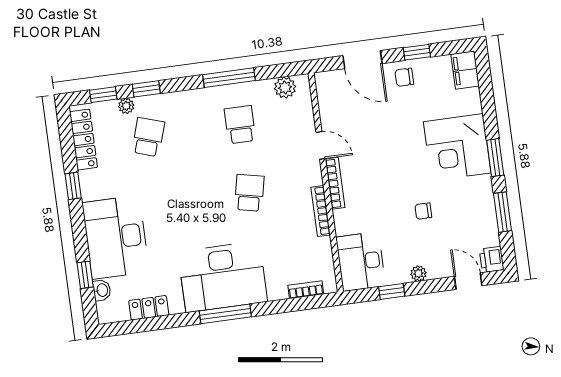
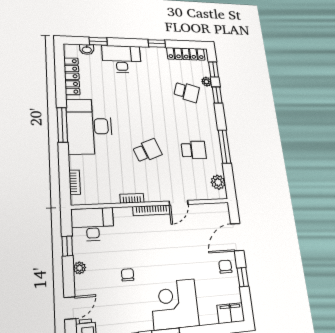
school desk: (249, 193) -> (147, 151), turned -33
bookcase: (321, 211) -> (132, 198), width x0.64
desk: (116, 237) -> (122, 59), width x0.73, depth x0.77
locker: (149, 308) -> (72, 76), width x1.53

